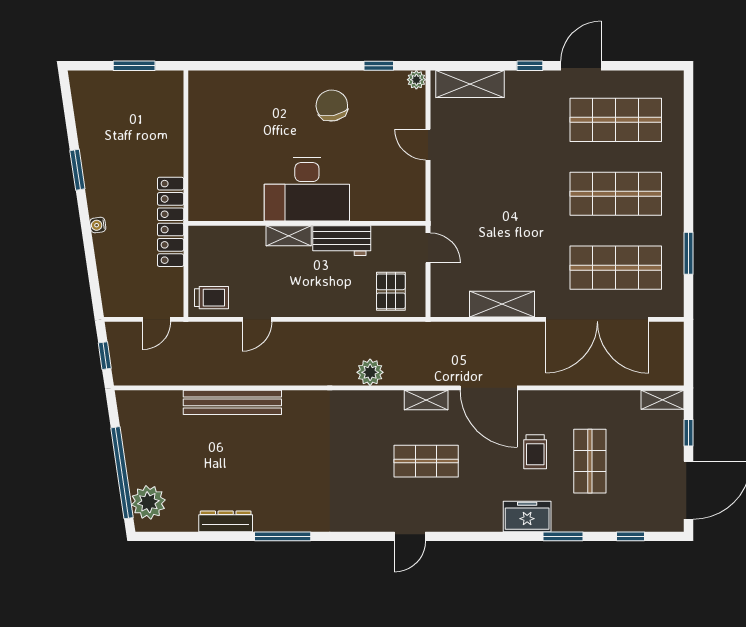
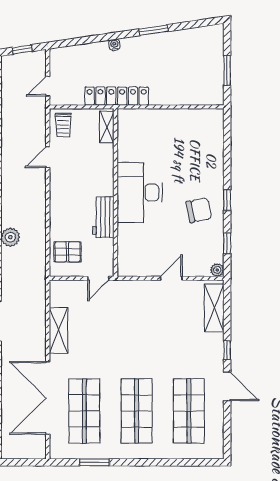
window: (318, 66) -> (227, 200), added
shelving: (289, 236) -> (107, 127), moved
door: (157, 319) -> (48, 86), hinge flipped
door: (257, 319) -> (48, 157), hinge flipped

